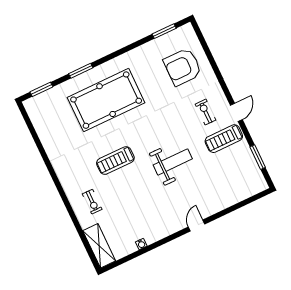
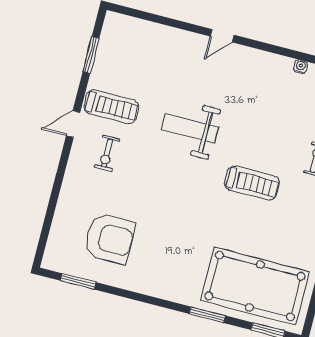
armchair: (183, 67) -> (110, 239), moved
pool table: (106, 100) -> (255, 286), moved

